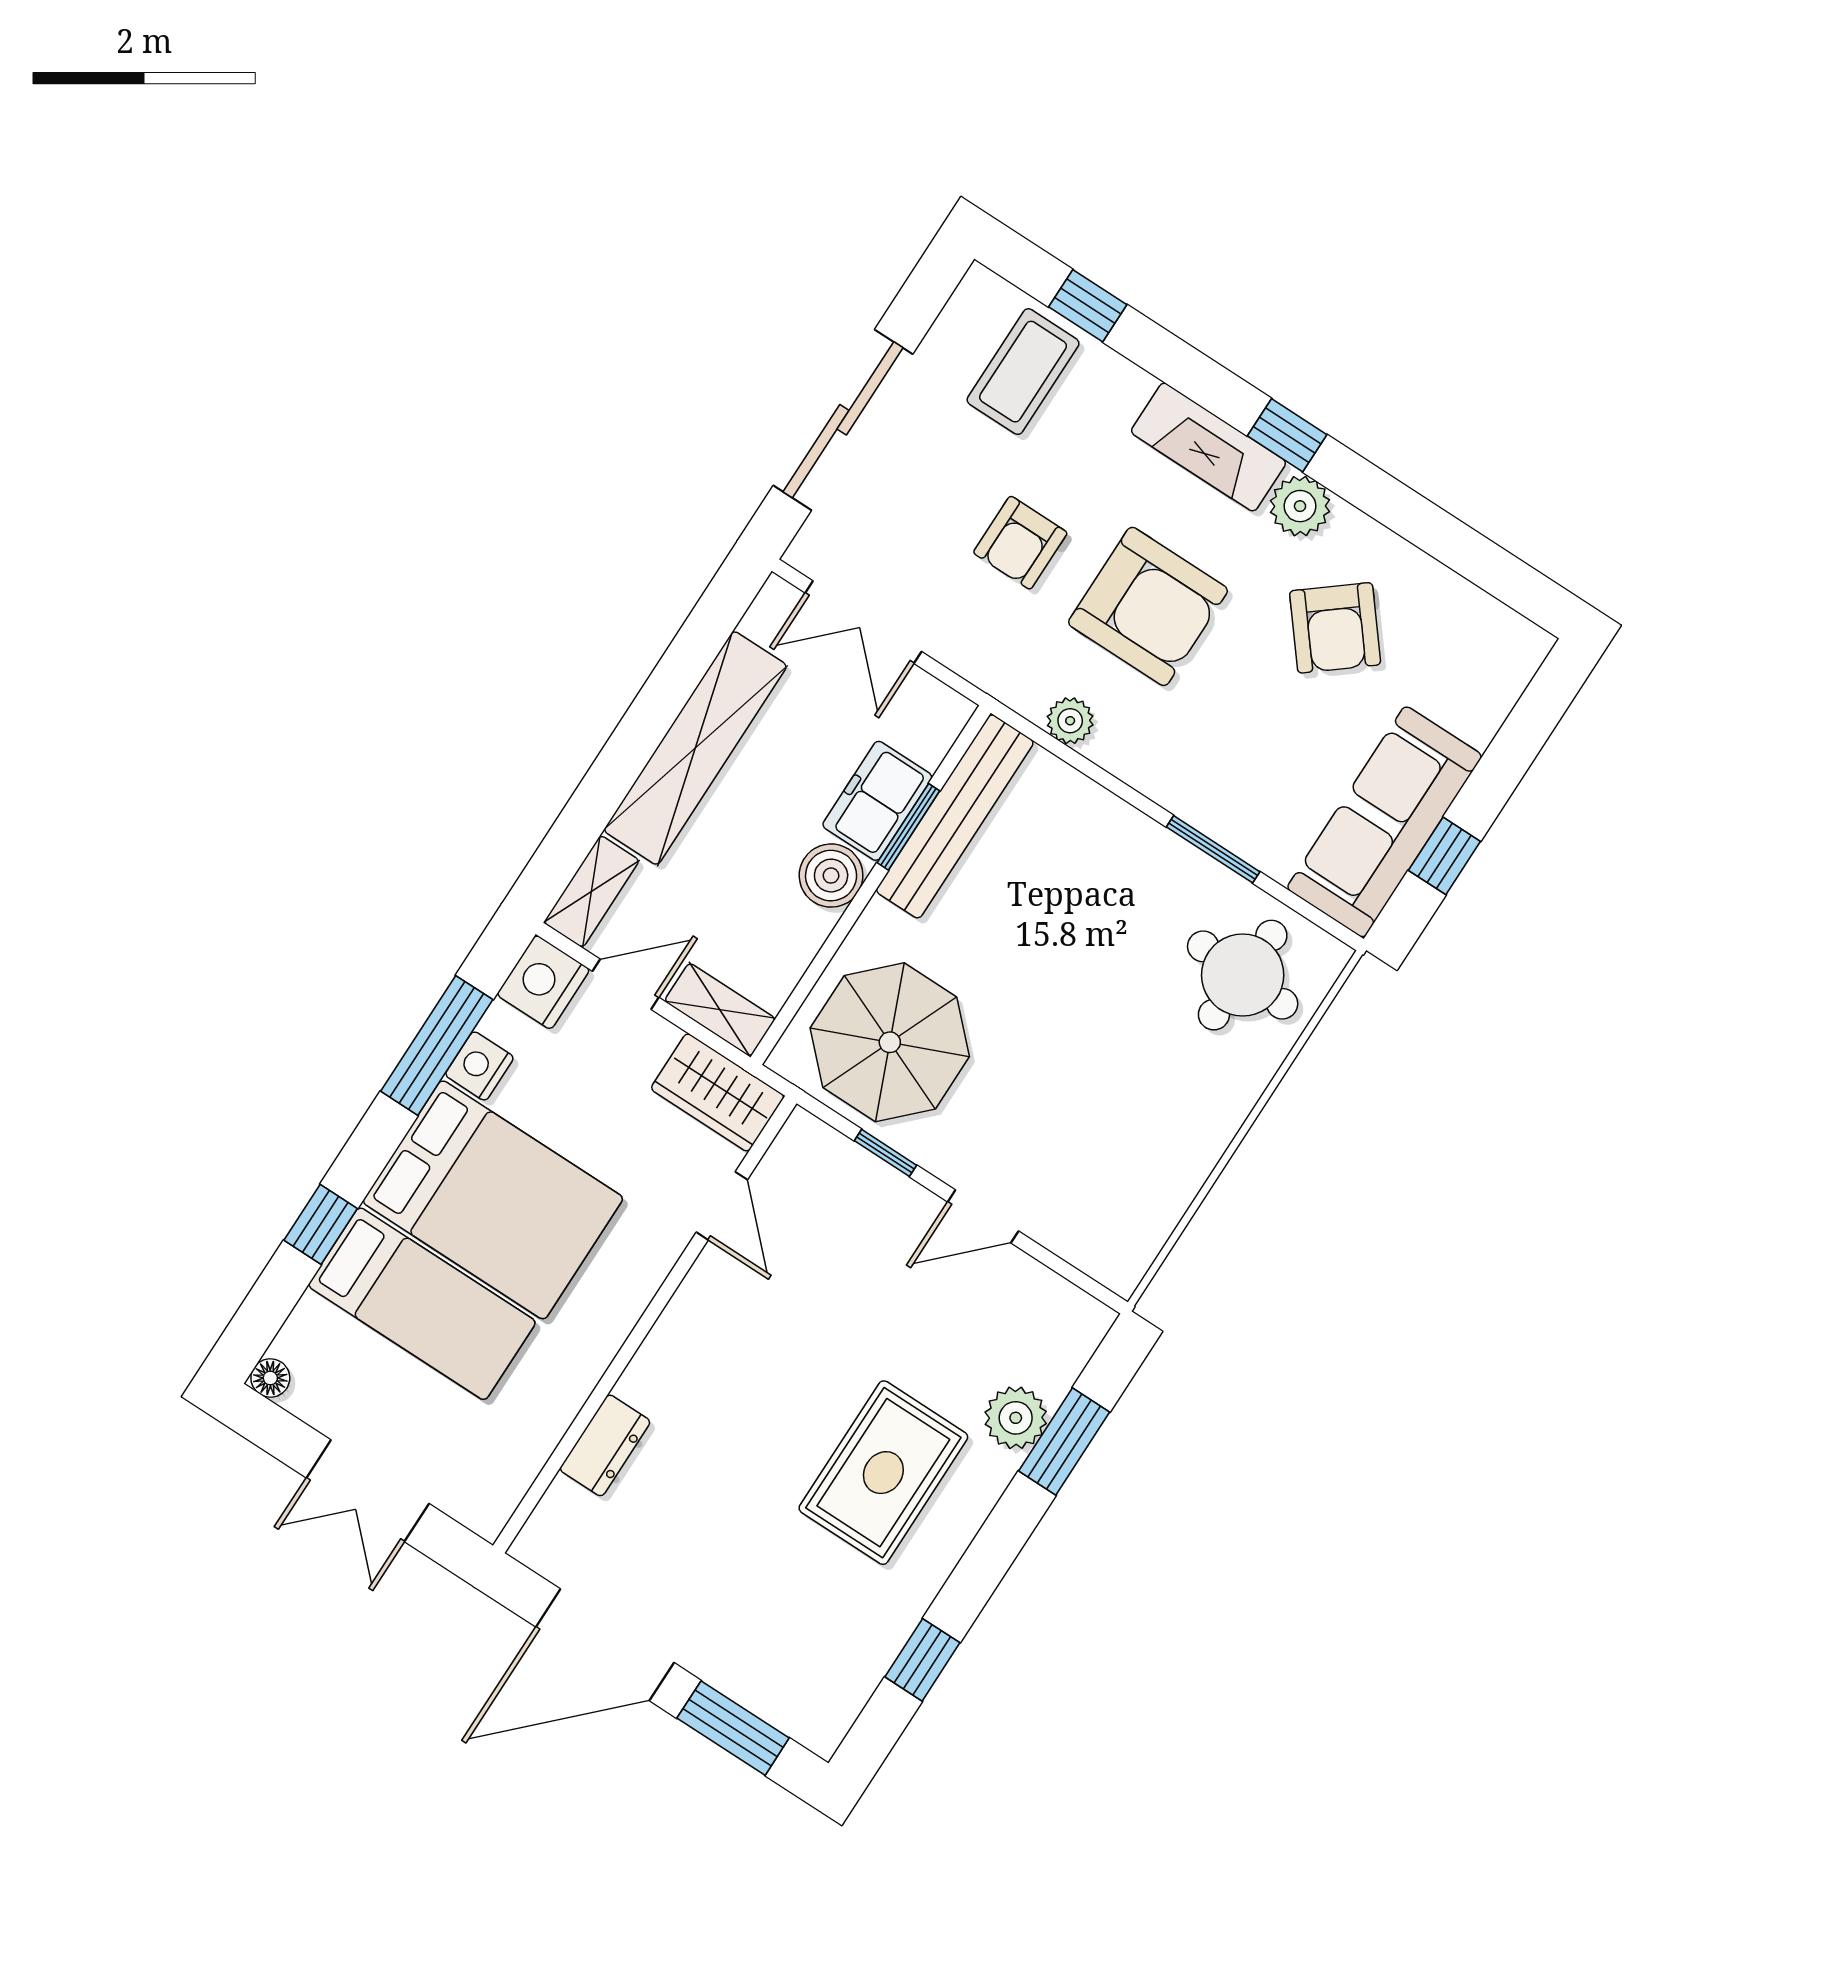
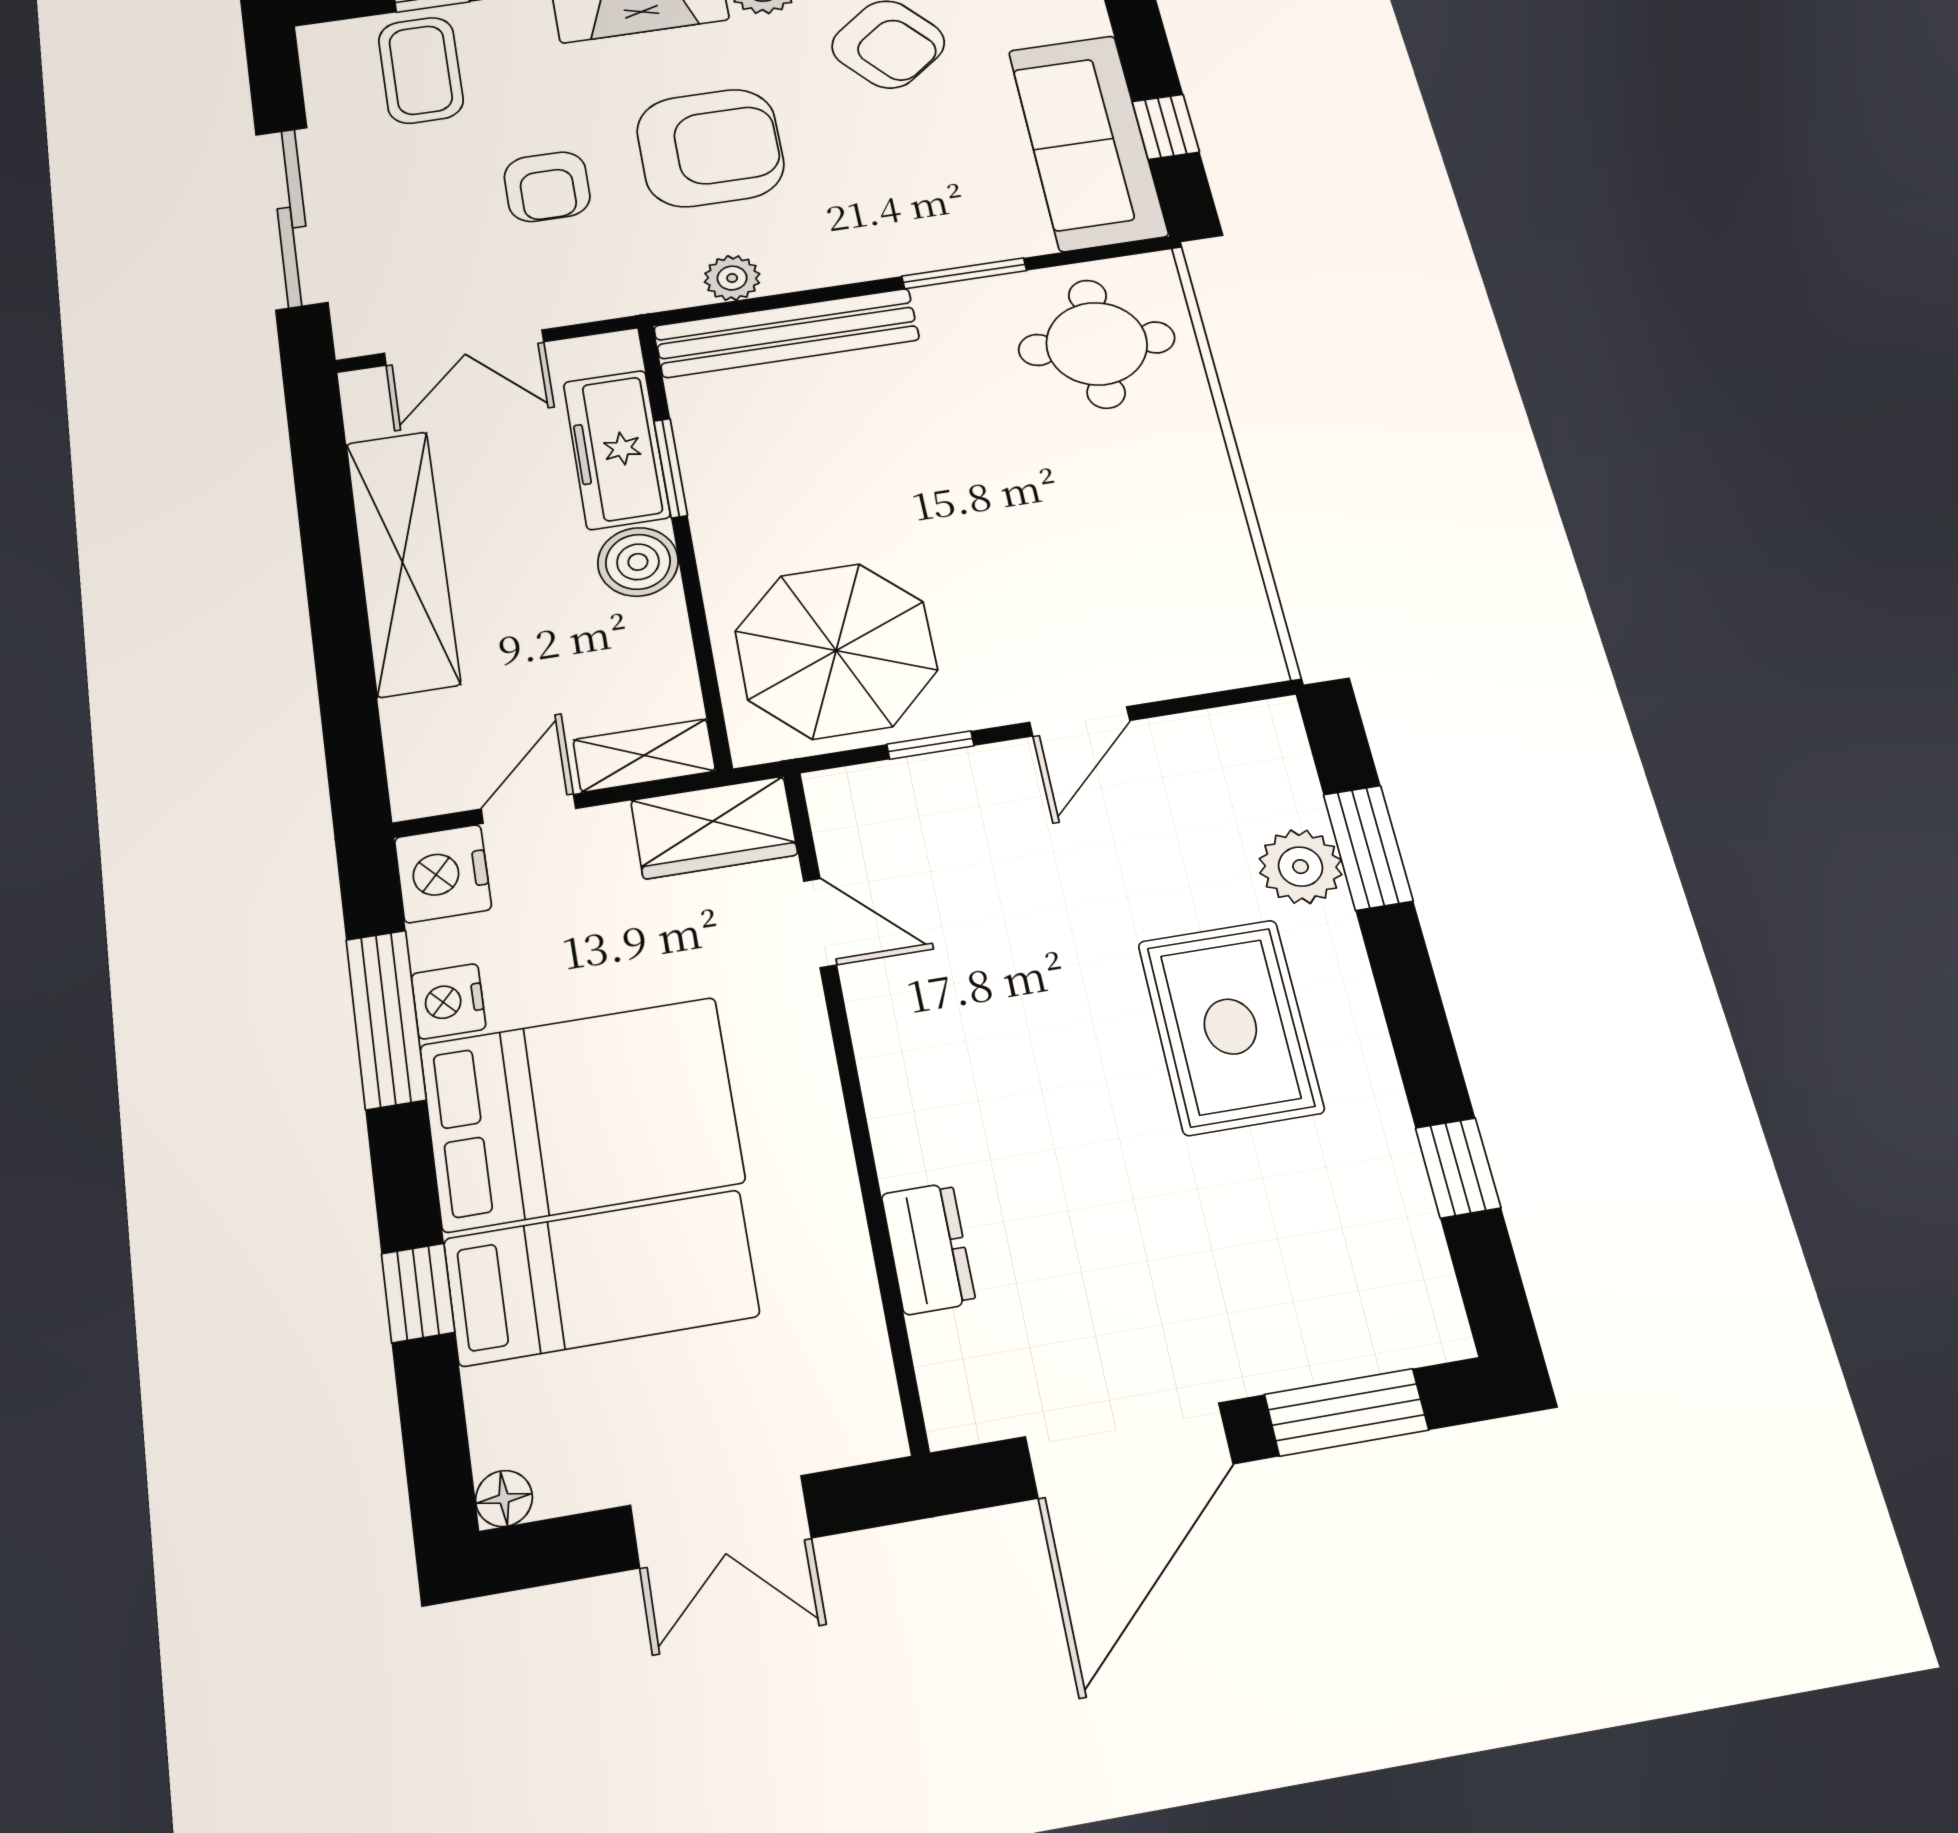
freezer: (877, 801) -> (616, 449), width x1.40
bench: (955, 816) -> (786, 333), moved, turned 90
shelving: (592, 891) -> (416, 757), removed

